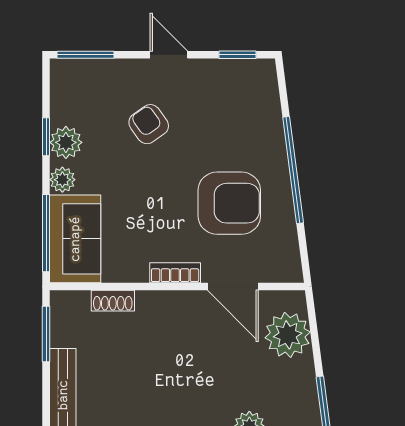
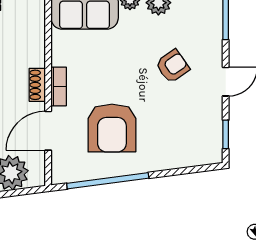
window: (293, 170) -> (108, 181), moved
shoe rack: (113, 301) -> (37, 85), moved

